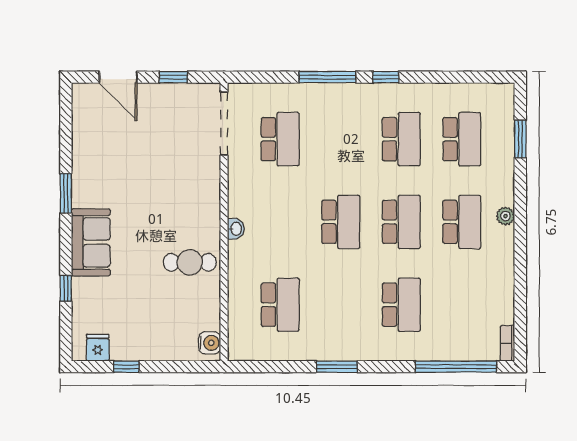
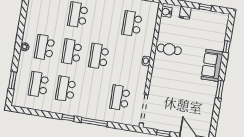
fridge: (98, 348) -> (185, 13), moved

